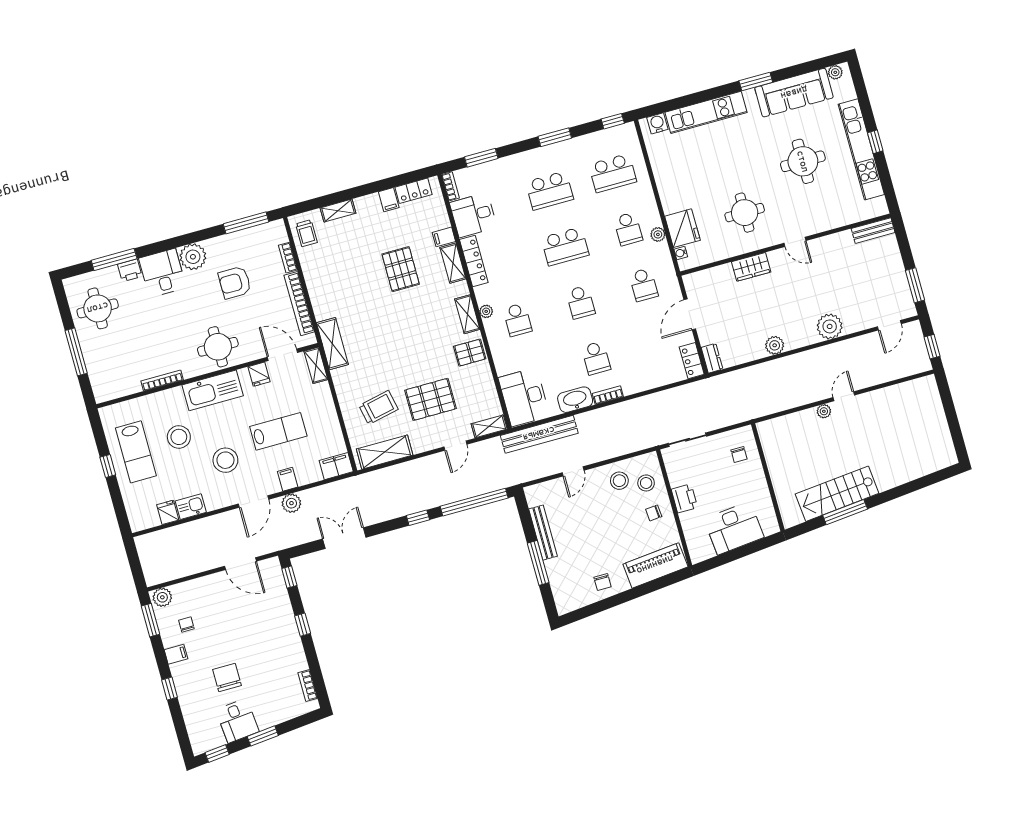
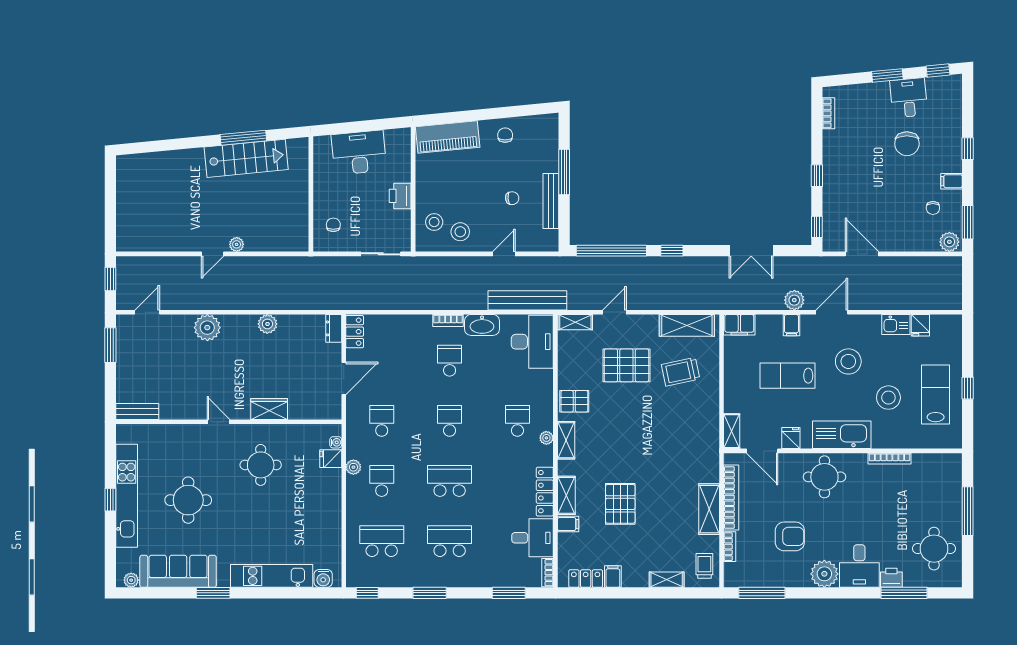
fridge: (682, 228) -> (331, 459), width x0.53, depth x0.75
shelving: (332, 344) -> (709, 509), moved
chair: (654, 513) -> (512, 198), moved

